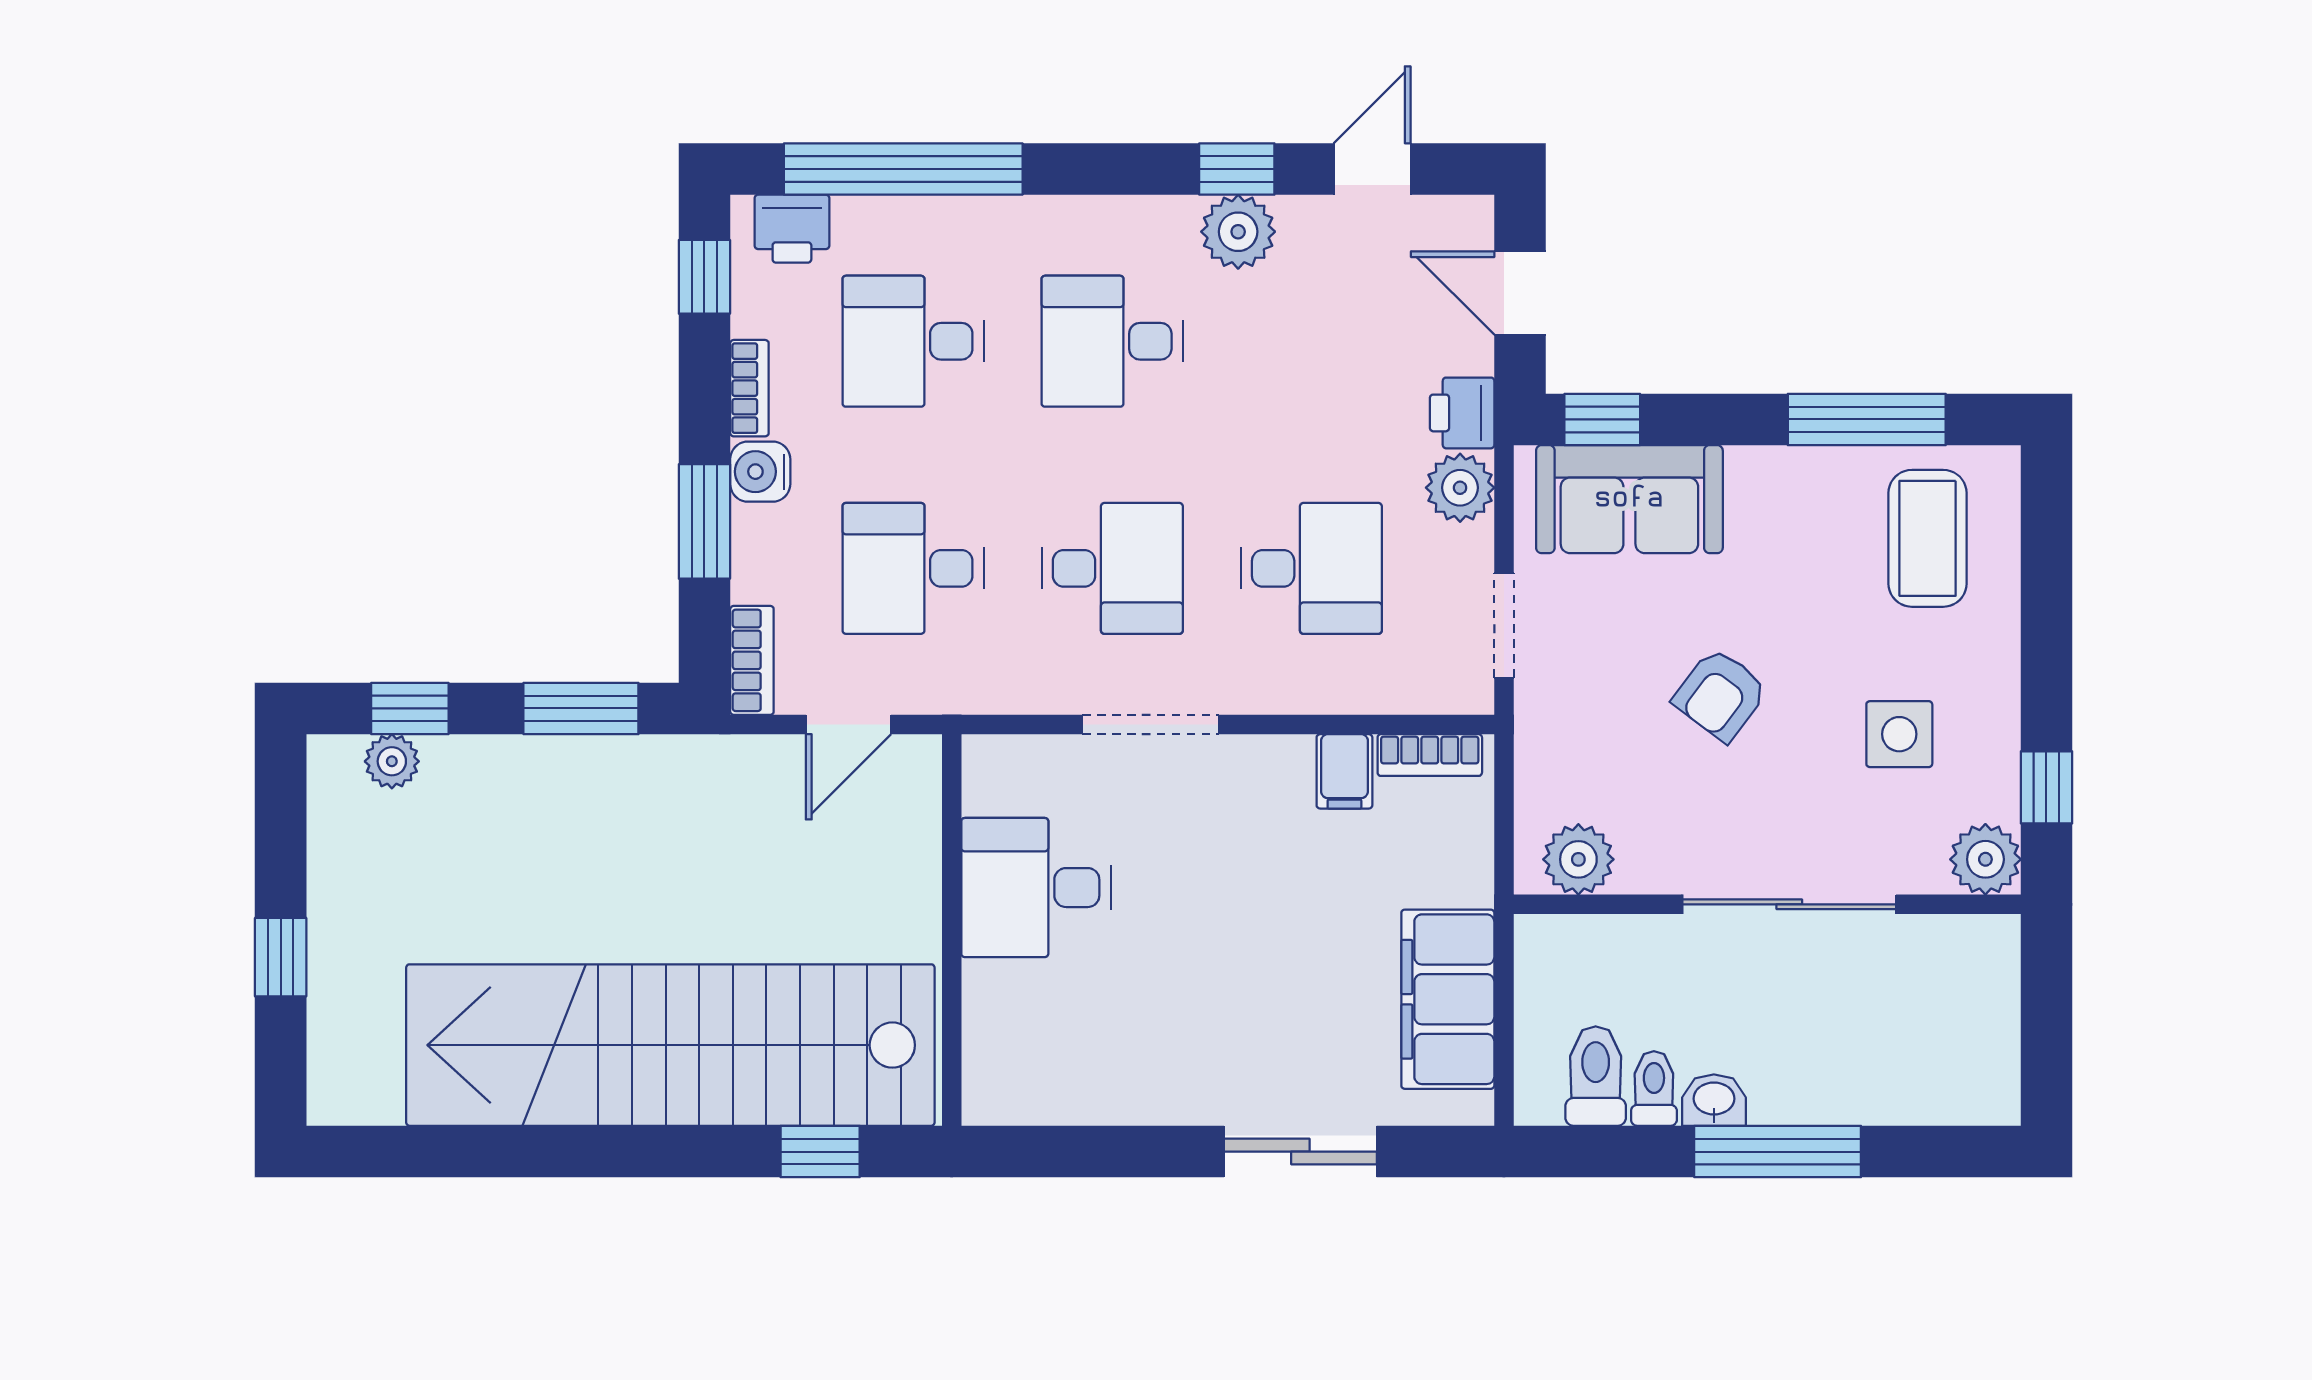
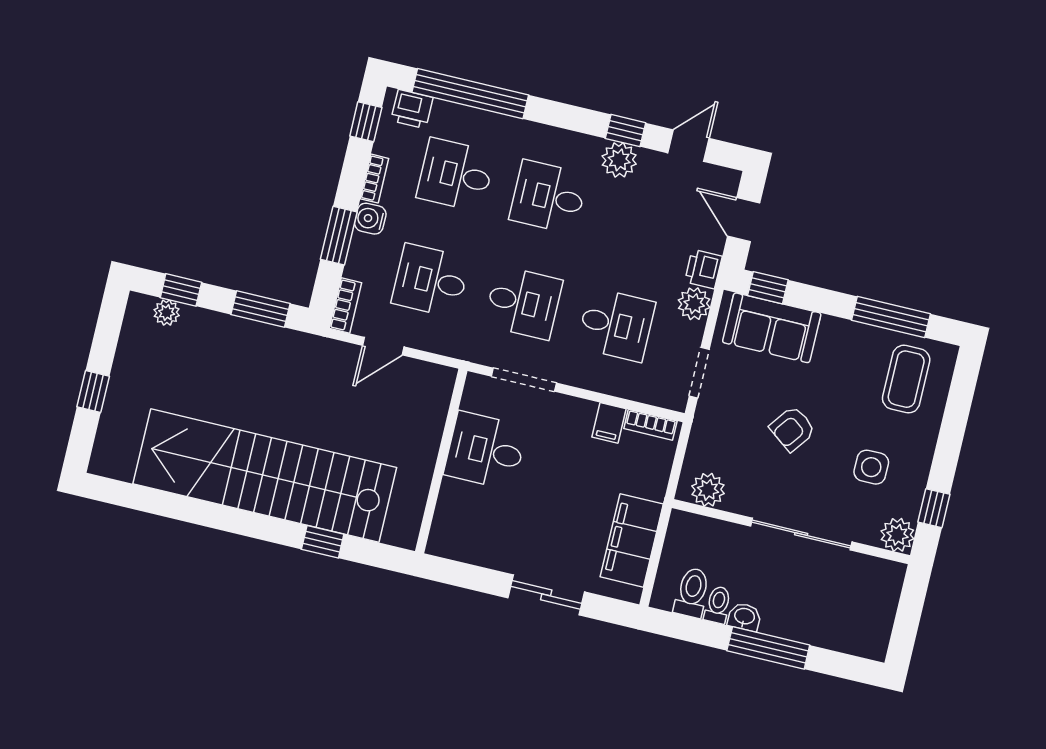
desk: (1036, 888) -> (485, 451), moved
wall: (952, 930) -> (441, 461), moved

